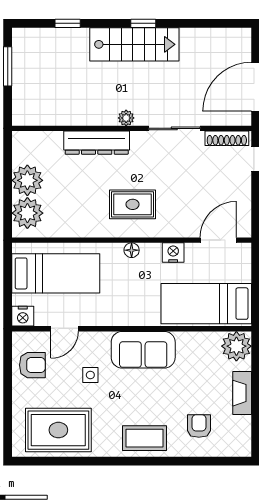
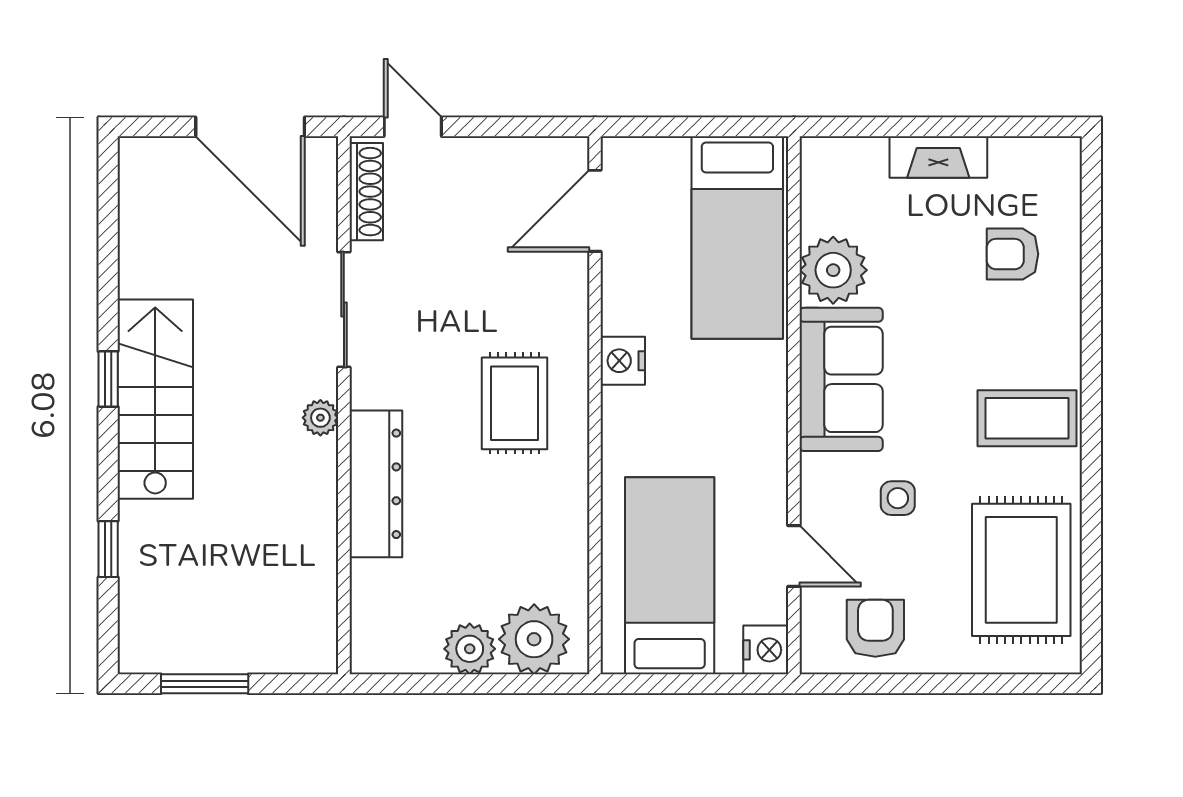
plant: (27, 180) -> (470, 649), width x0.73, depth x0.73
door: (218, 240) -> (595, 211), hinge flipped
floor lamp: (132, 250) -> (617, 405), removed
nightstand: (173, 253) -> (623, 361), moved
plant: (236, 346) -> (833, 270), moved
coffee table: (144, 438) -> (1027, 418), moved, turned 90

